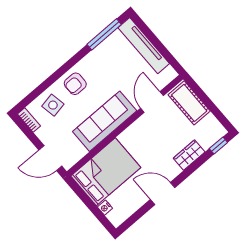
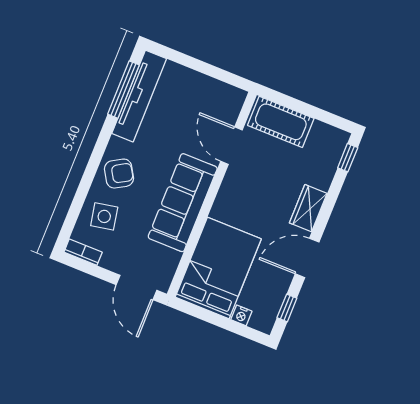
tv unit: (144, 46) -> (139, 96), moved, turned -90
armchair: (75, 84) -> (119, 174), turned -121
wardrobe: (189, 155) -> (308, 208), moved
door: (50, 158) -> (137, 287), hinge flipped
window: (135, 217) -> (287, 308), added

